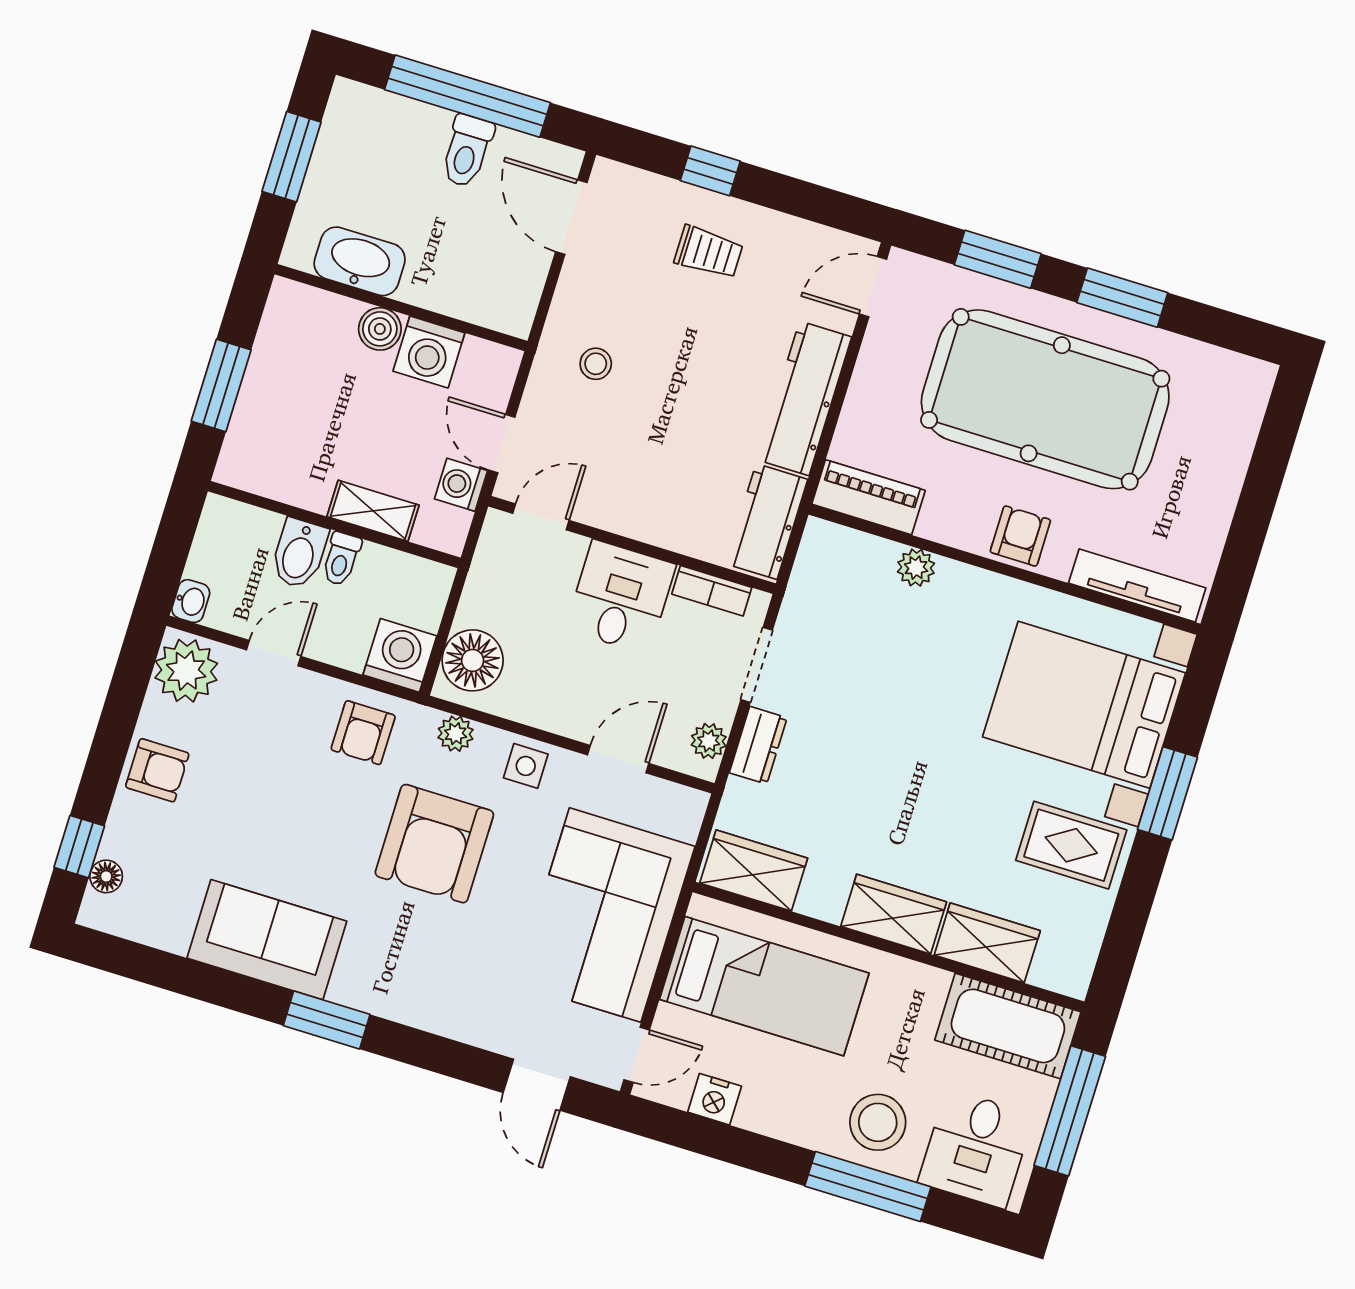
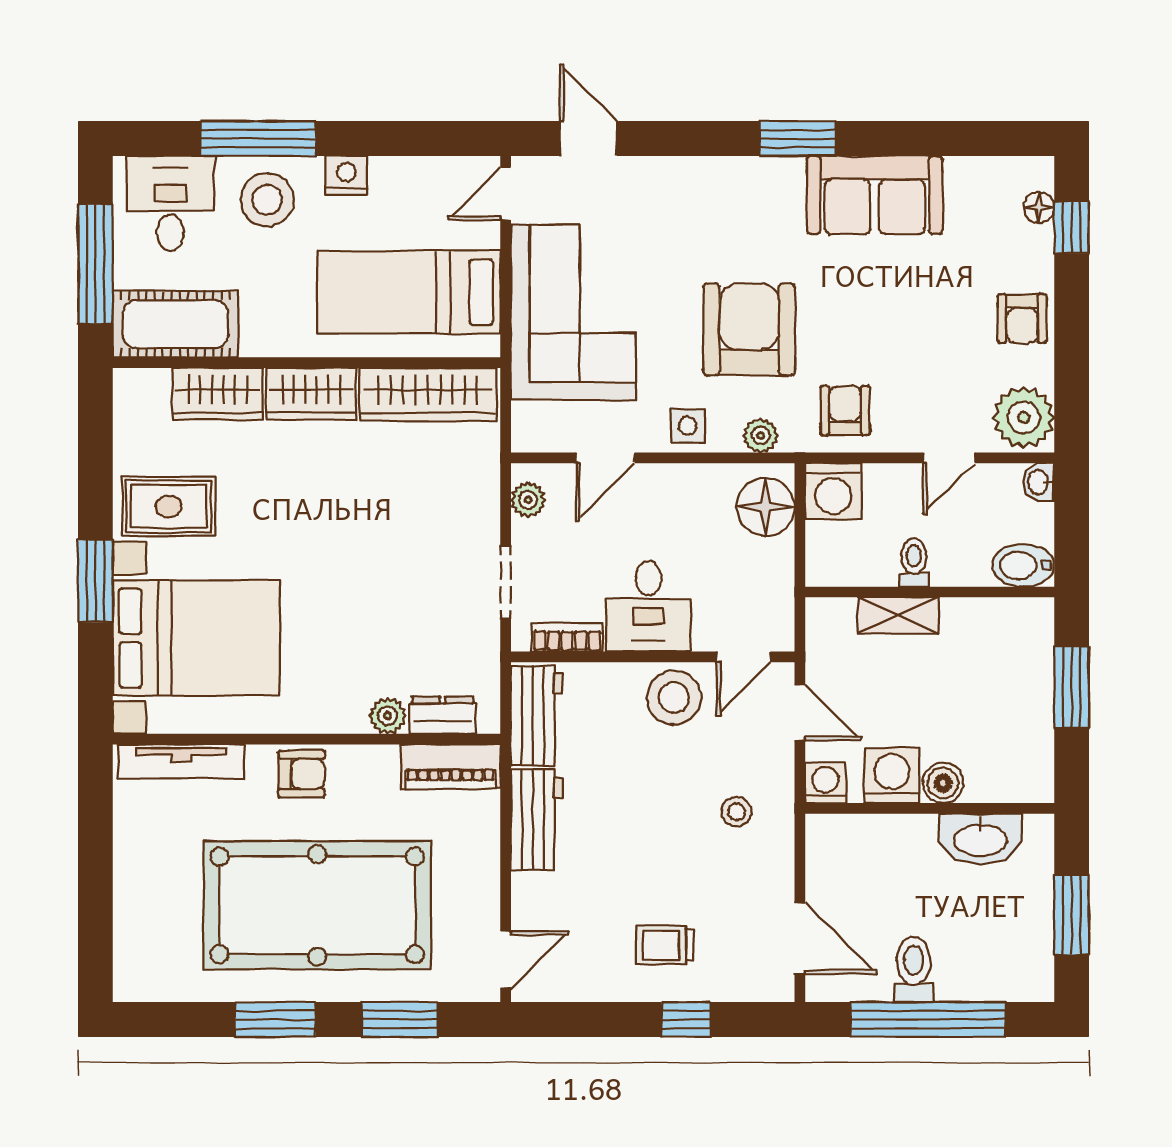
workbench: (804, 398) -> (537, 820), width x0.73
washing machine: (461, 485) -> (825, 783), moved, turned -90
stool: (623, 498) -> (674, 697), added
armchair: (1020, 536) -> (302, 774), turned -90
bidet: (299, 554) -> (1023, 565), moved, turned -90
dresser: (758, 745) -> (443, 715), moved, turned 90
armchair: (157, 770) -> (1022, 319), turned -90
wardrobe: (754, 871) -> (428, 394), width x1.50
nightstand: (715, 1099) -> (347, 175), moved

